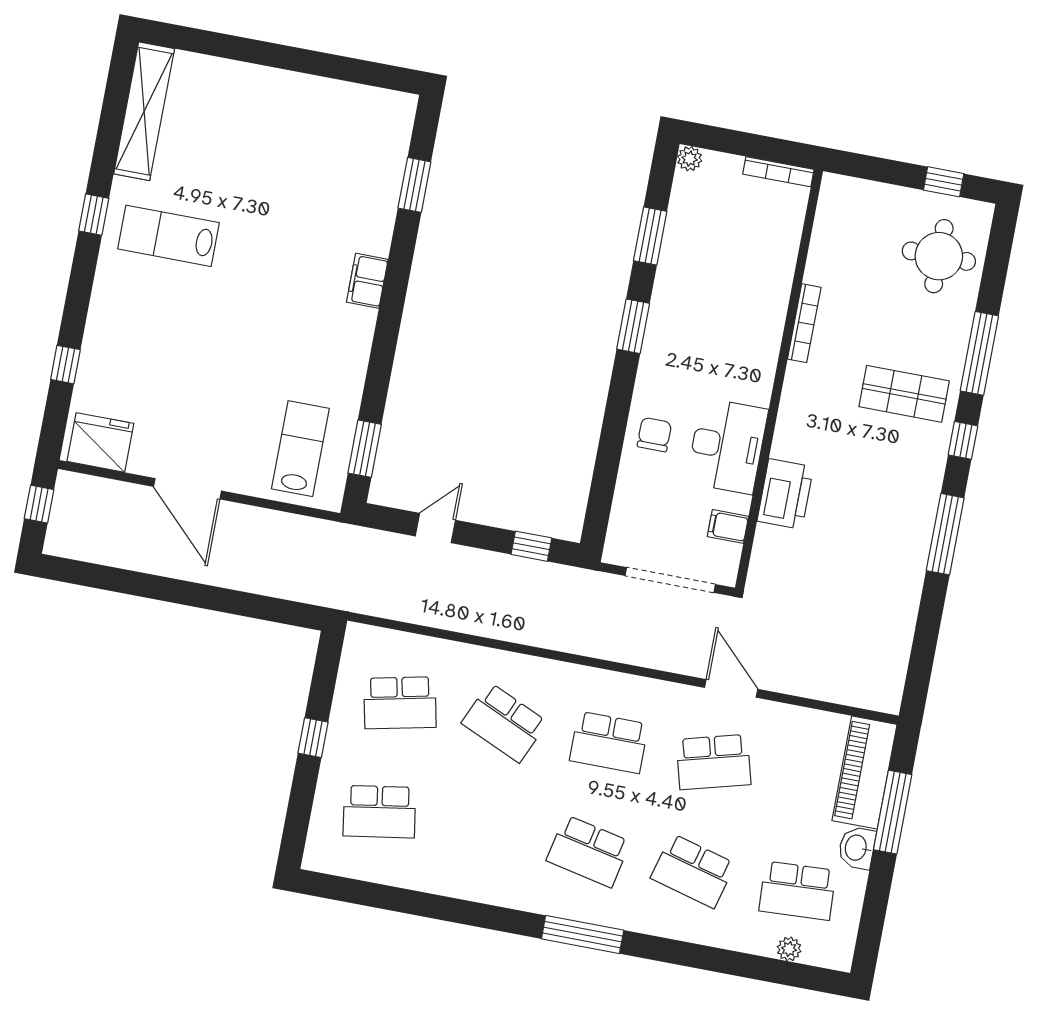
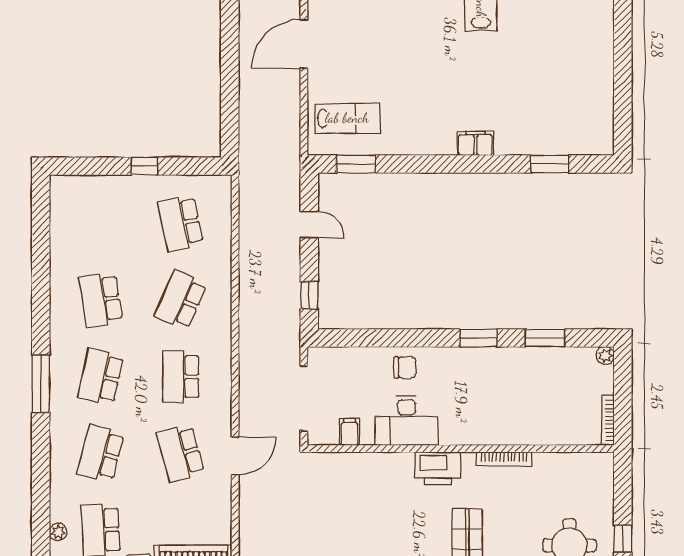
printer: (785, 494) -> (438, 468), moved
school desk: (379, 812) -> (101, 300), moved

